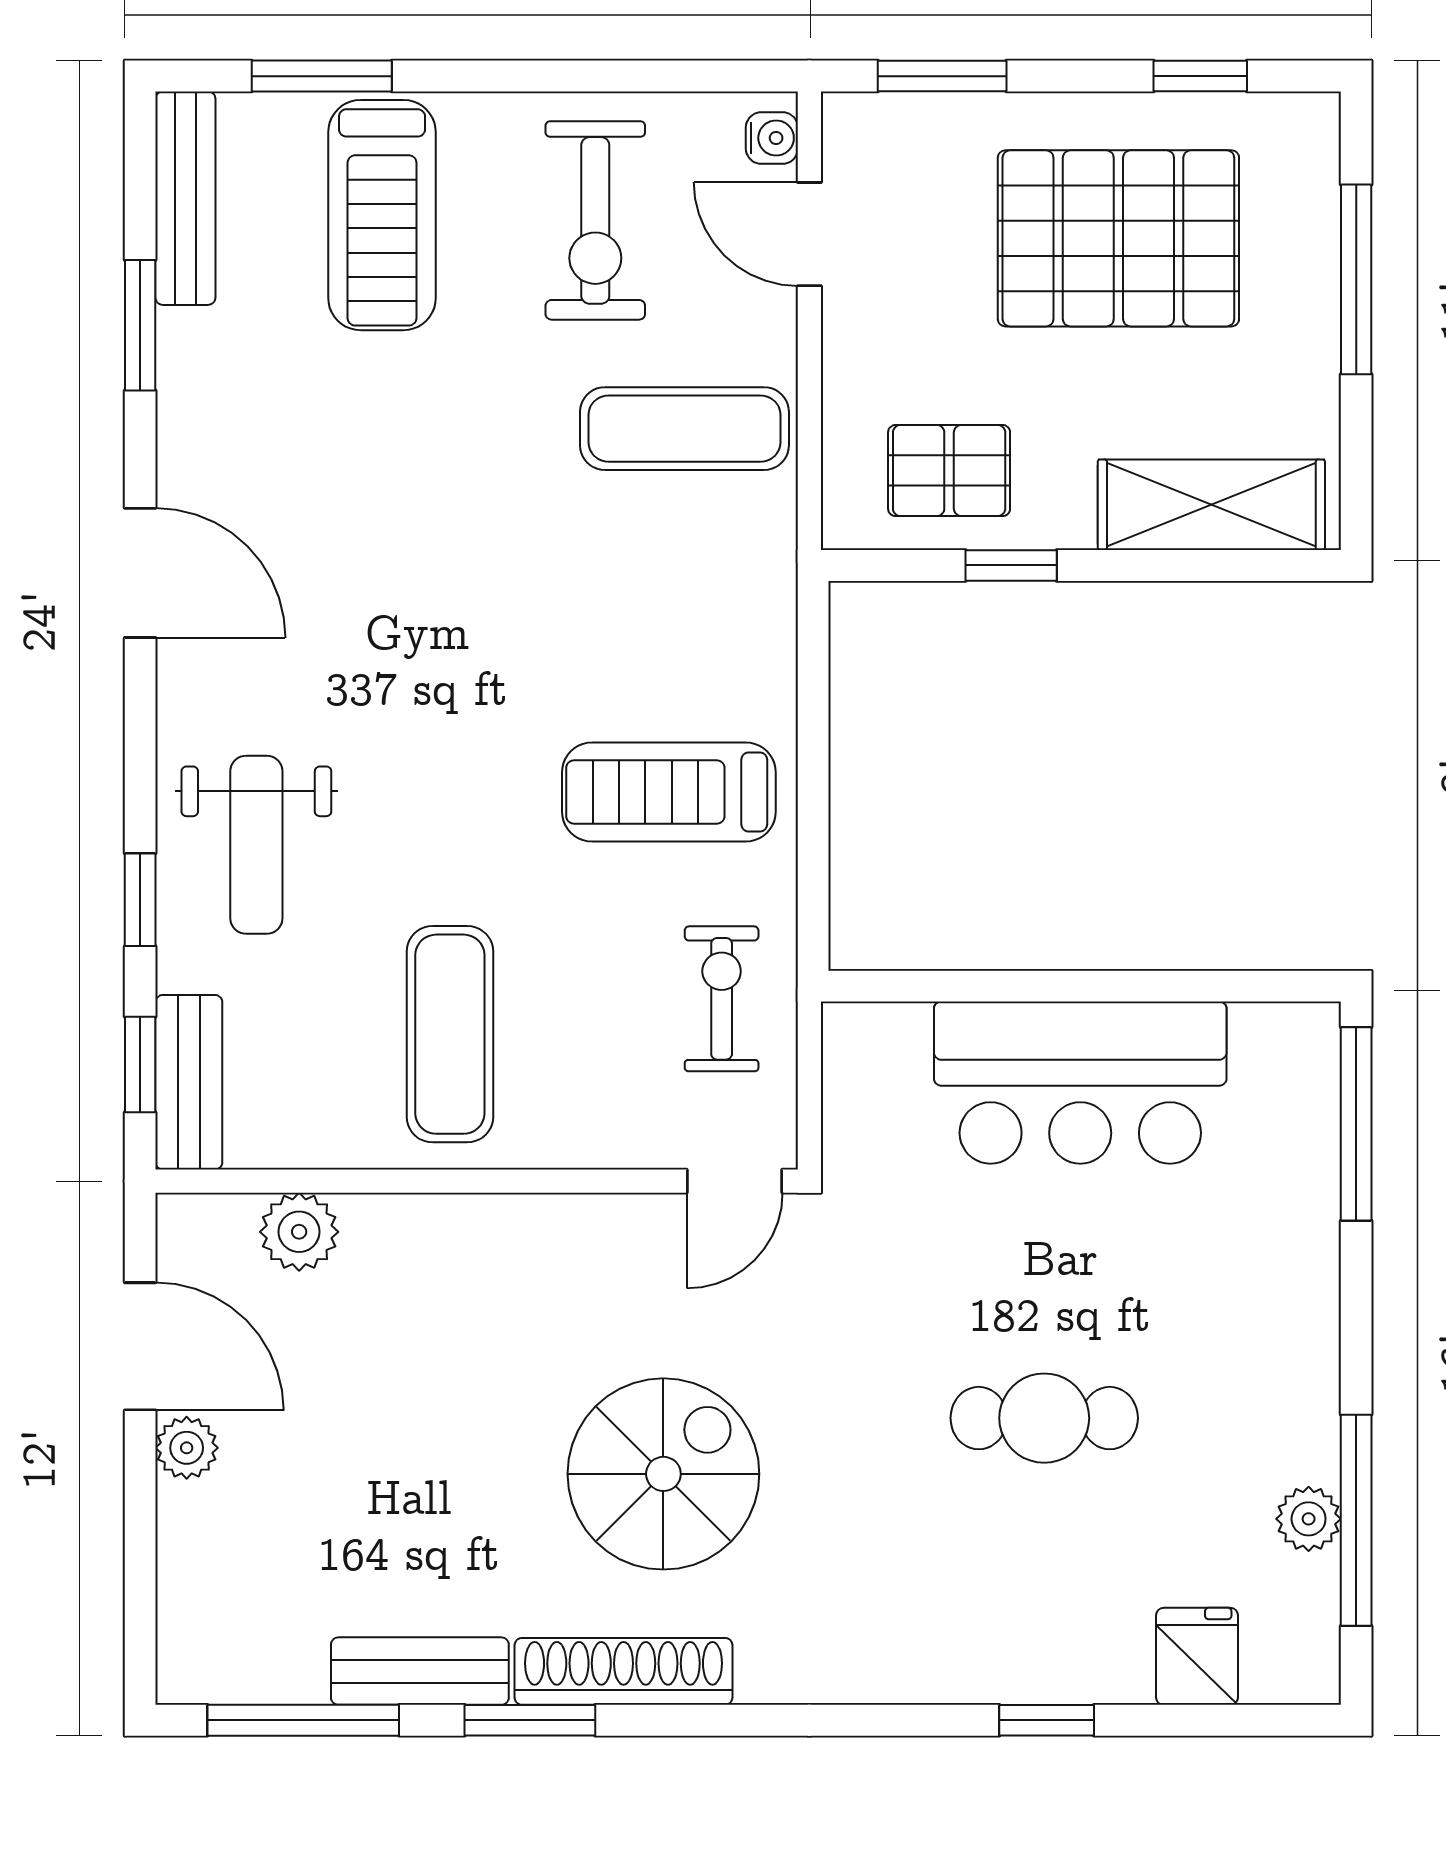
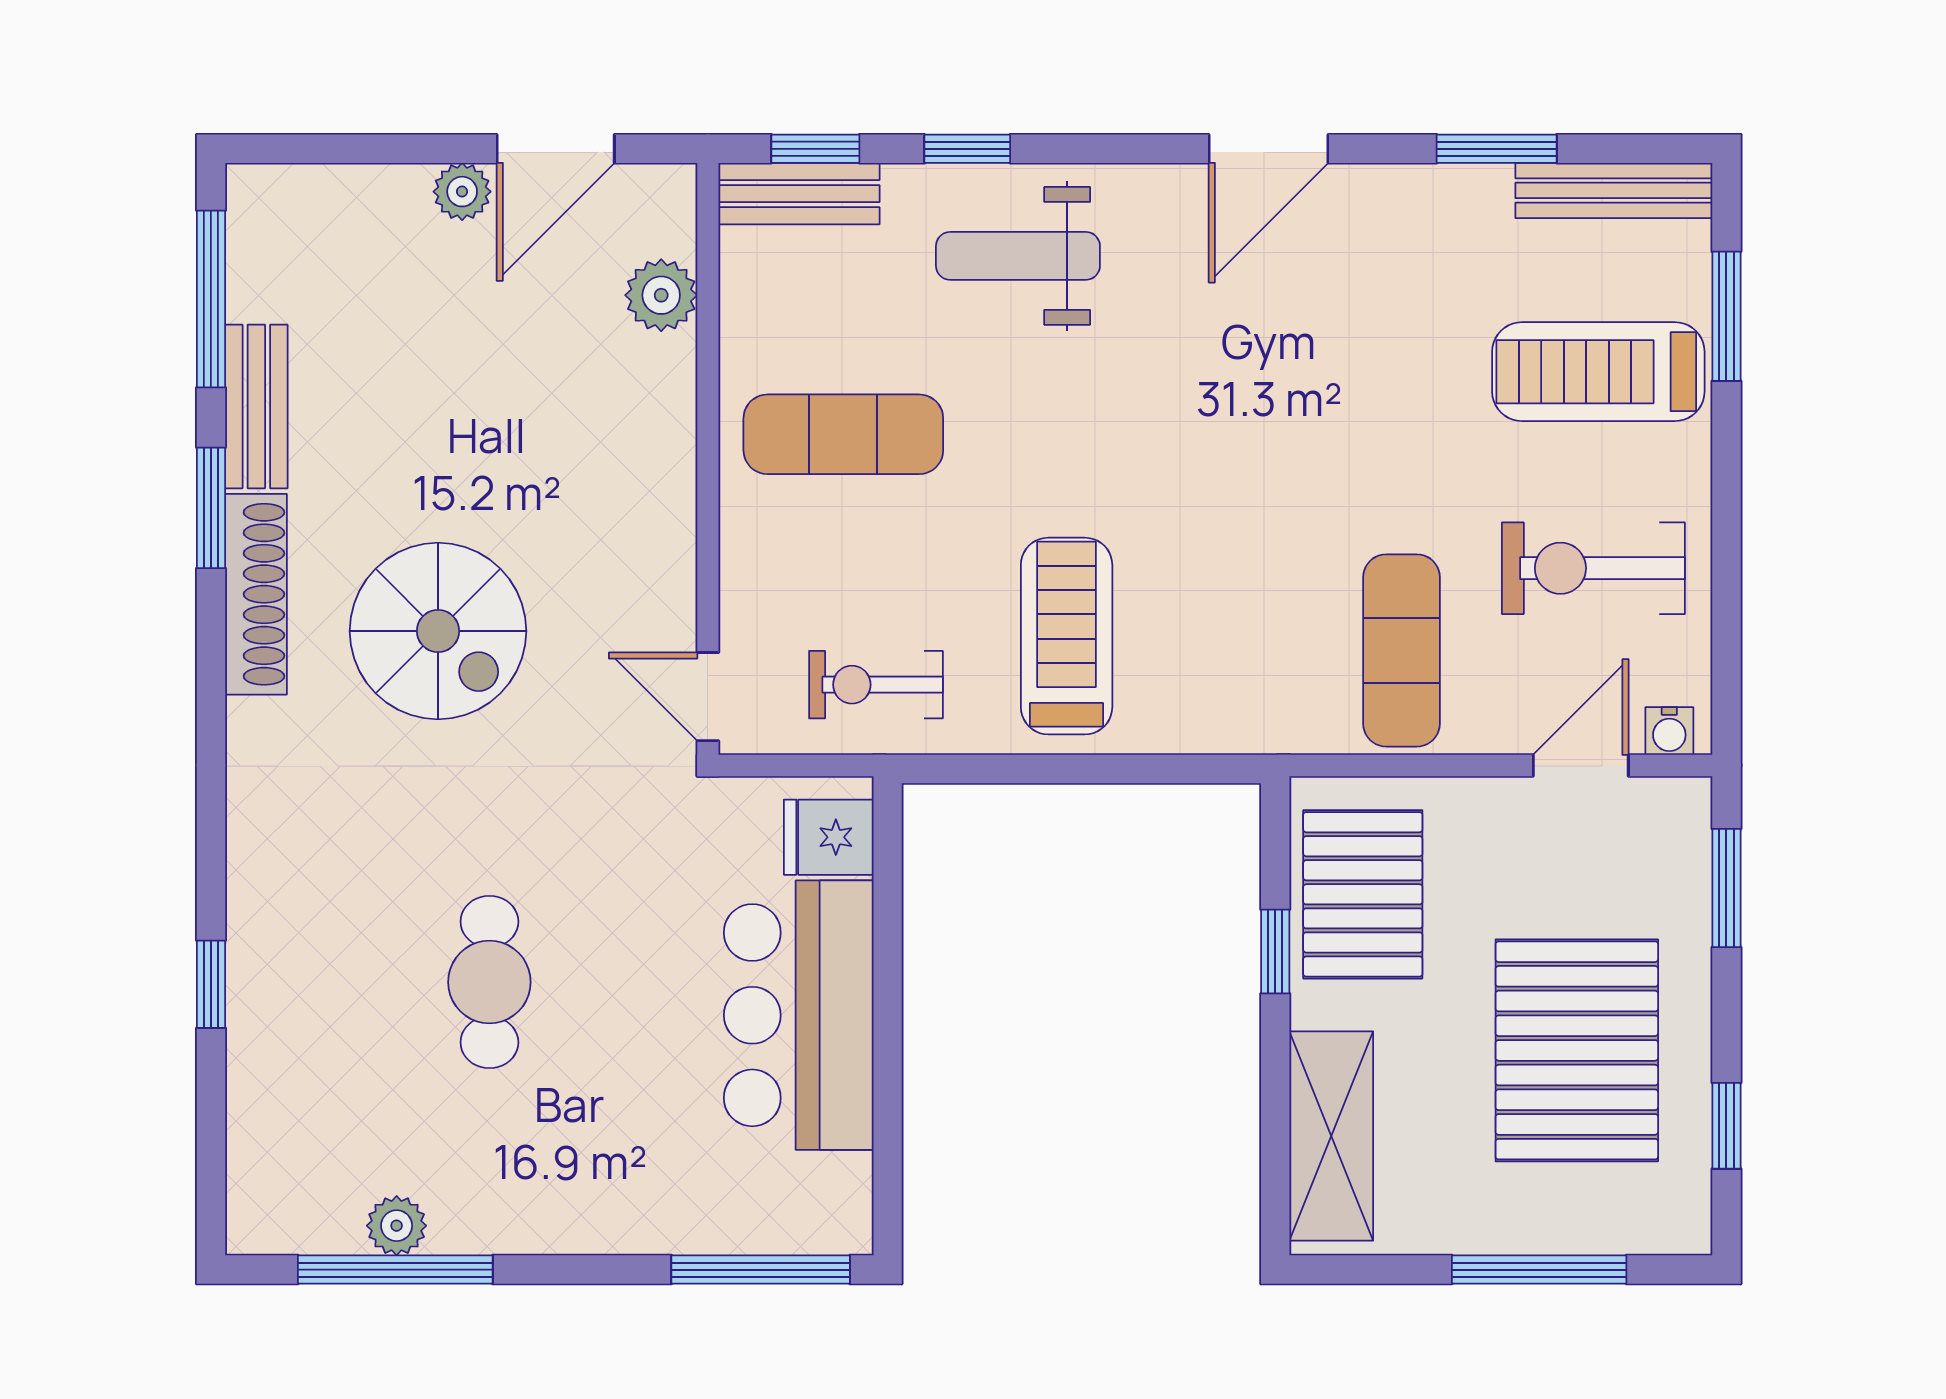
pallet: (949, 471) -> (1363, 894), width x1.50, depth x1.42
exercise bike: (722, 999) -> (876, 685), turned 180
fridge: (1197, 1656) -> (829, 837), moved, turned 180

